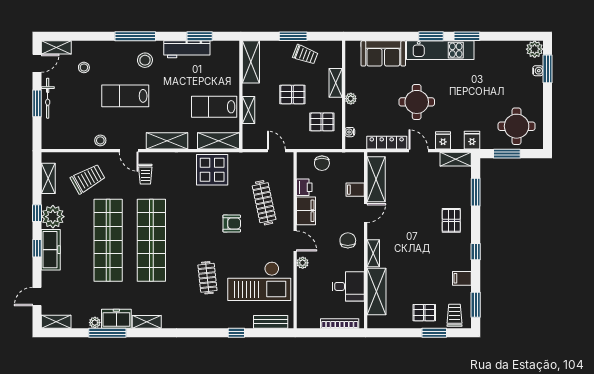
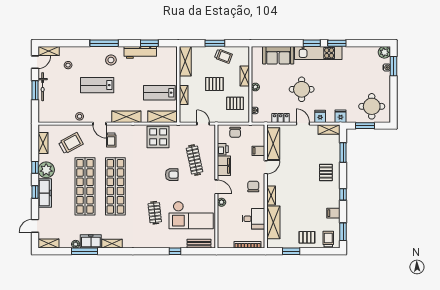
locker: (387, 143) -> (281, 118), width x0.66
window: (434, 333) -> (291, 251), moved

